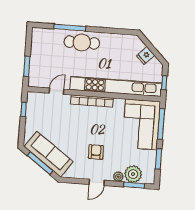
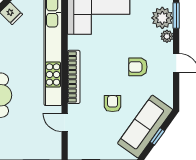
armchair: (69, 130) -> (113, 104), added
window: (40, 163) -> (157, 136), width x0.46

